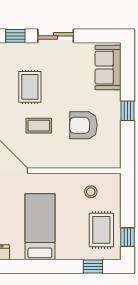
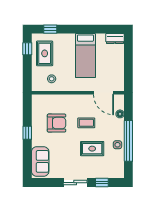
rug: (30, 87) -> (92, 149), turned 90

